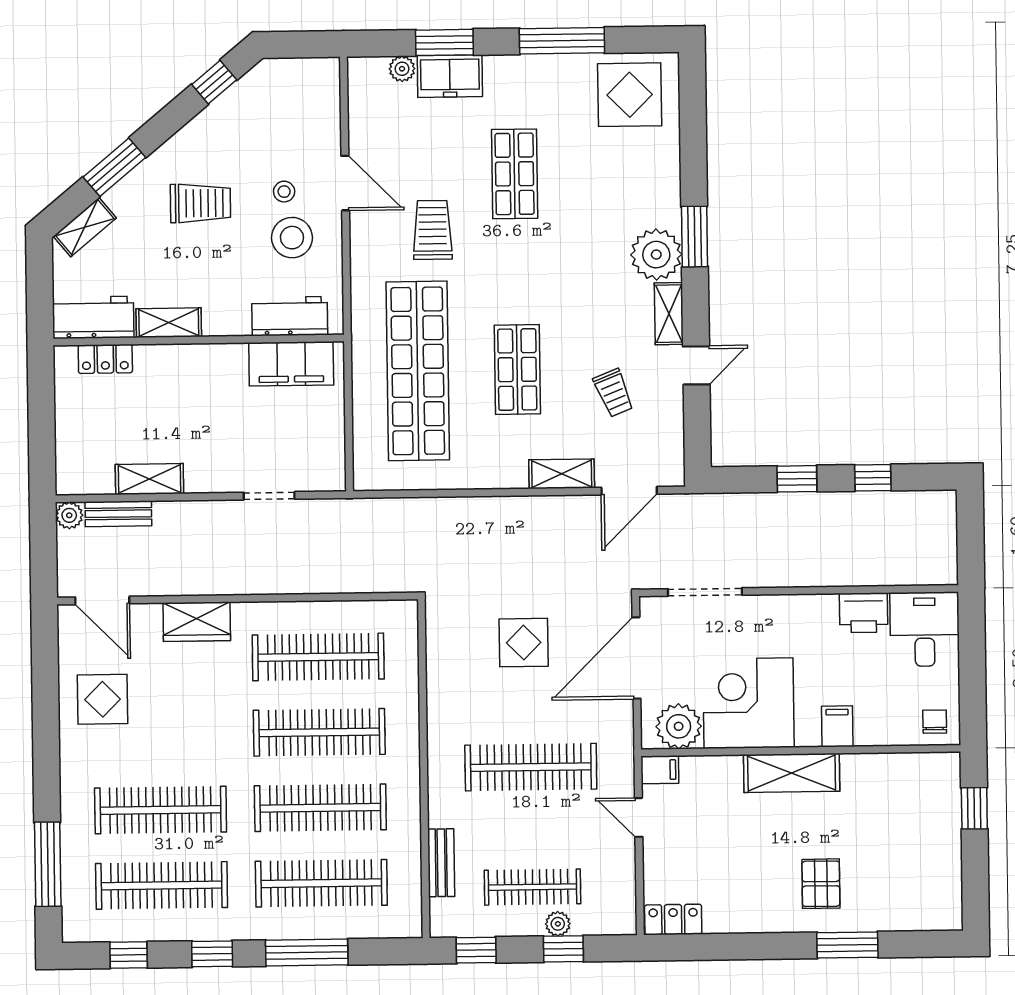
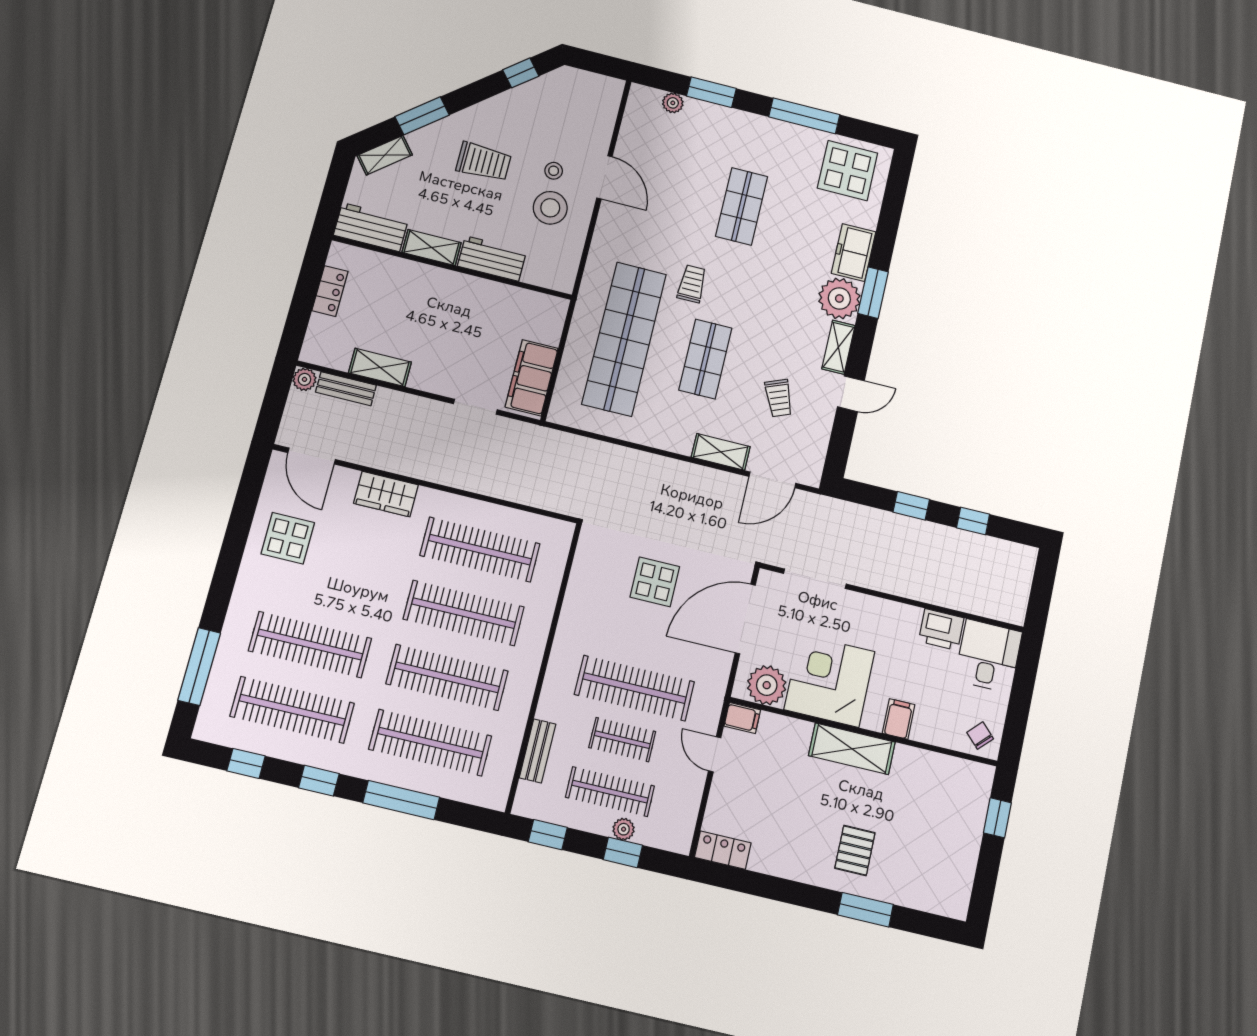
freezer: (450, 76) -> (854, 253), moved, turned 90
trolley: (433, 230) -> (692, 284), moved, width x0.73, depth x0.72
workbench: (290, 316) -> (492, 259), moved
locker: (105, 359) -> (330, 291), moved, turned -90
filing cabinet: (291, 364) -> (532, 378), moved, turned 90
chair: (935, 722) -> (980, 736), turned -45
clothes rail: (532, 827) -> (622, 740), added

